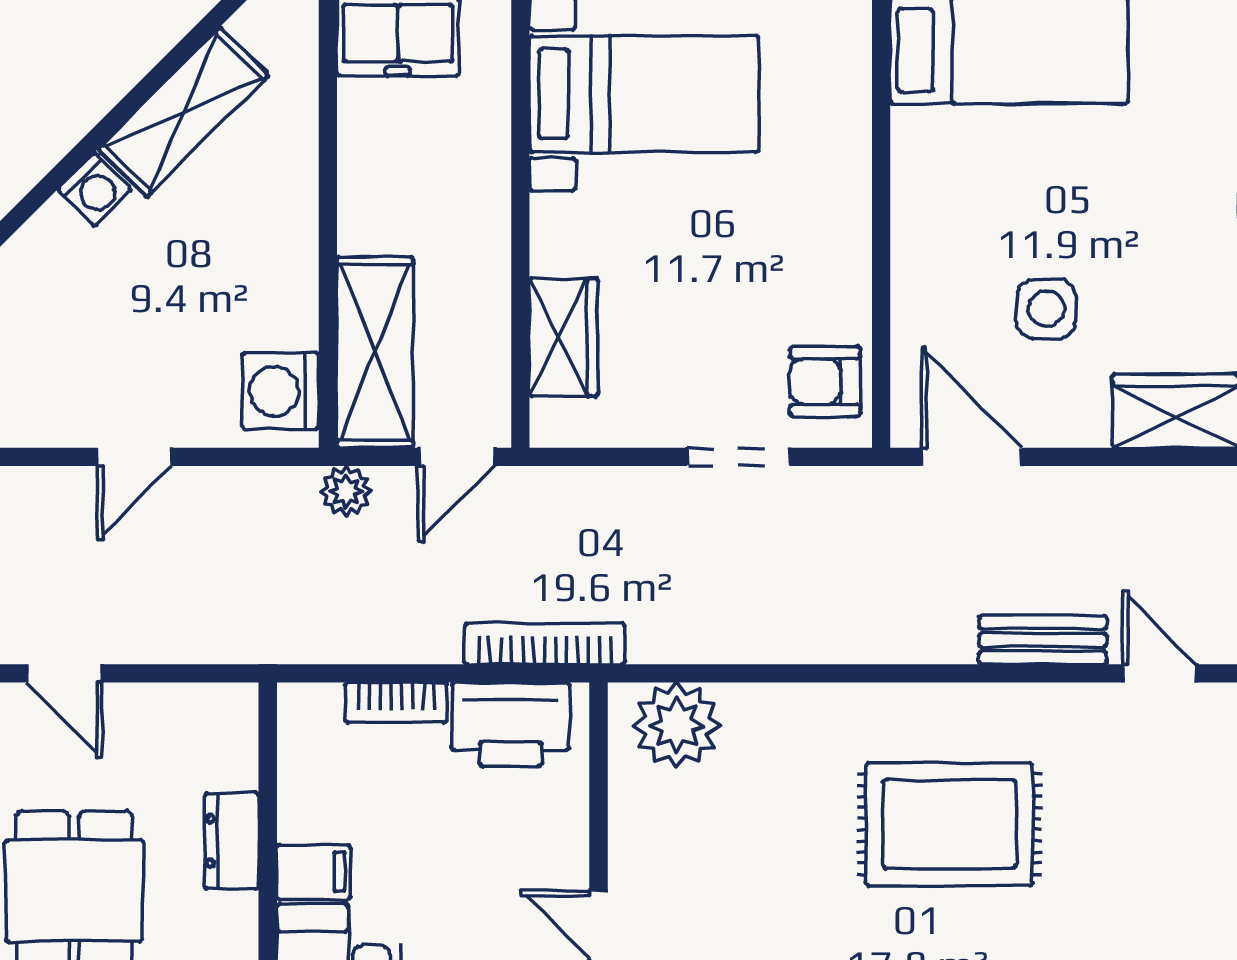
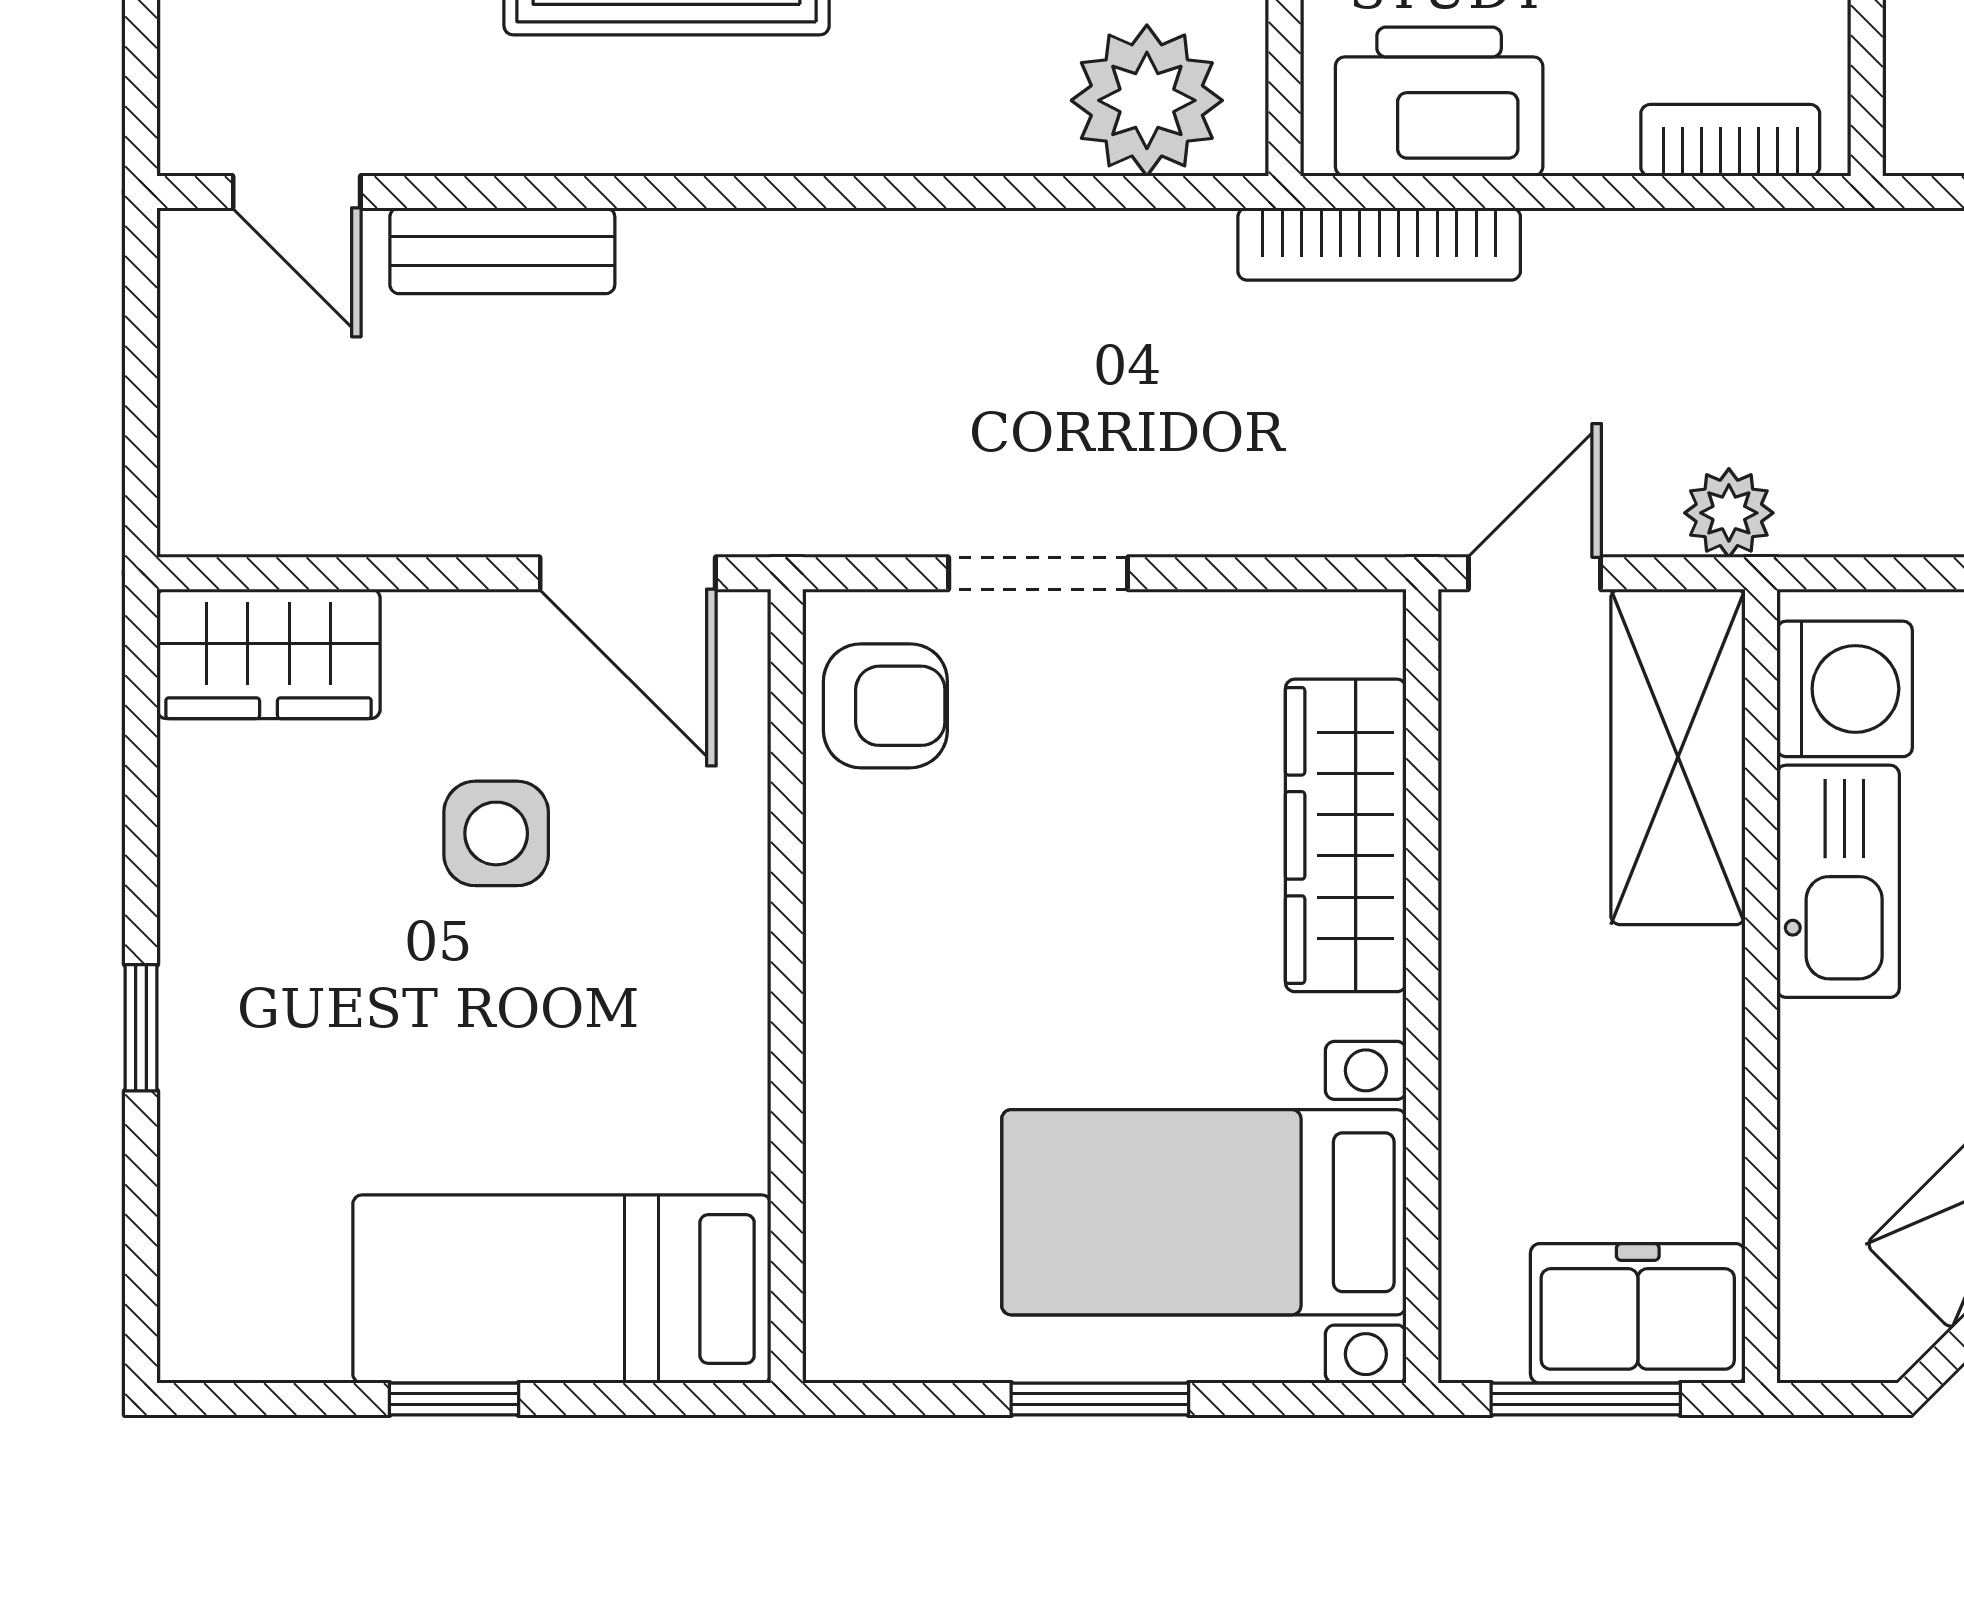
kitchen sink: (284, 282) -> (1838, 881), added
wardrobe: (564, 337) -> (1346, 835), width x1.50
bookcase: (396, 703) -> (1730, 140), moved

